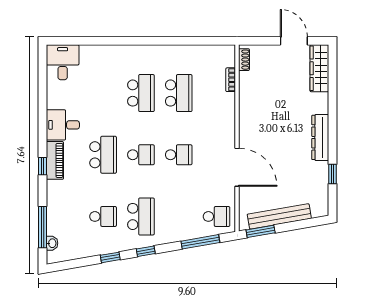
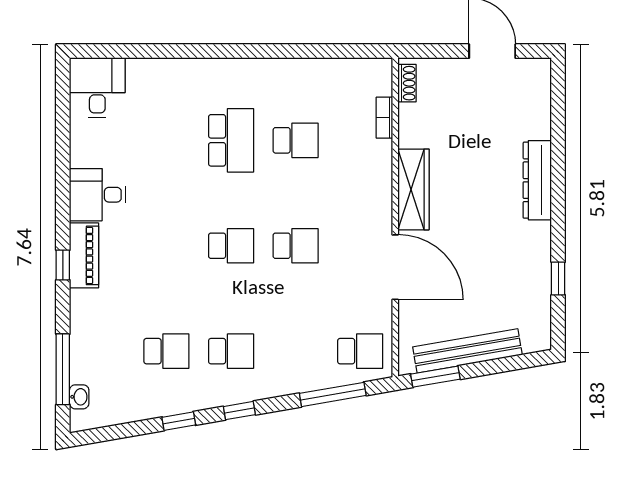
wardrobe: (319, 68) -> (413, 189), moved, turned 180
school desk: (179, 93) -> (296, 140), width x0.54
dresser: (320, 137) -> (537, 180), moved
school desk: (103, 155) -> (166, 246), removed
school desk: (141, 216) -> (231, 351), width x0.54

